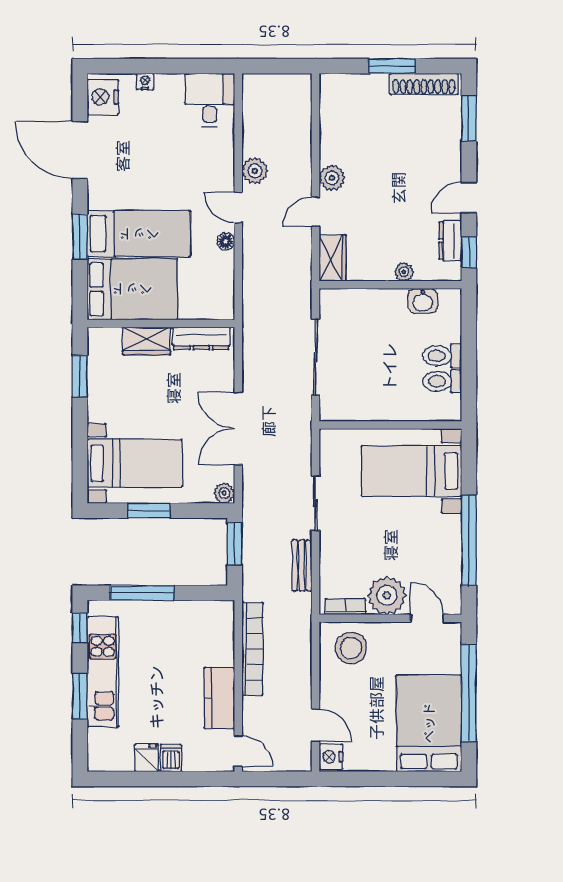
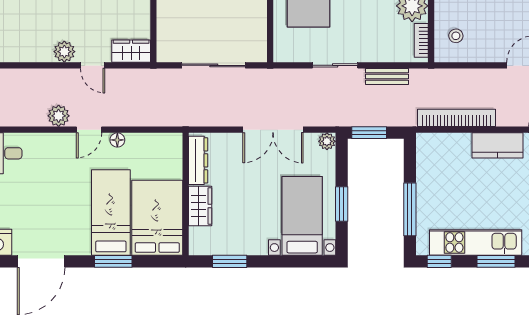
stool: (351, 648) -> (456, 36), width x0.53, depth x0.53

